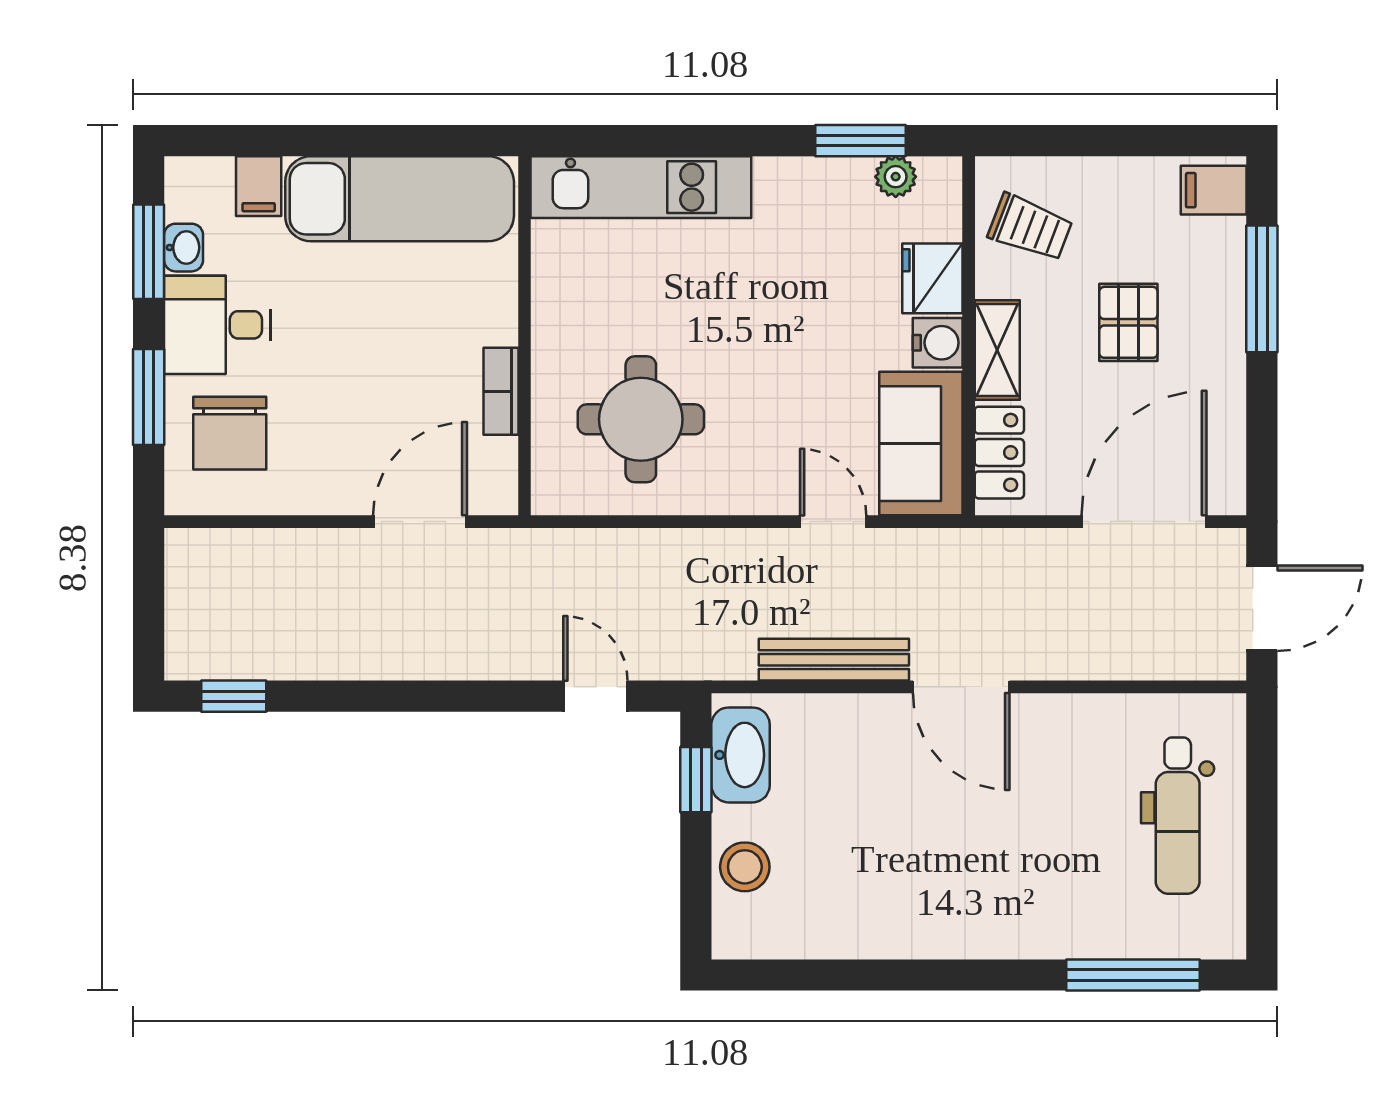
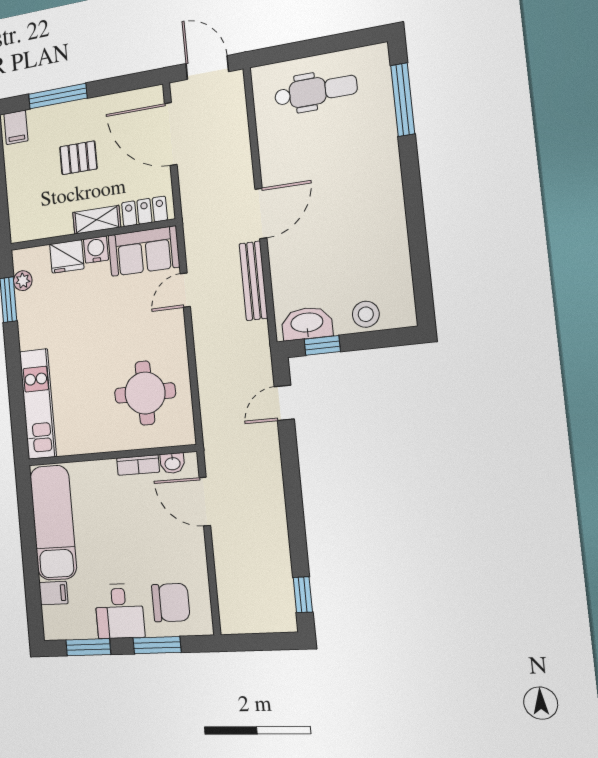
trolley: (1030, 228) -> (40, 212), removed
washbasin: (184, 248) -> (172, 463), moved, turned 180

